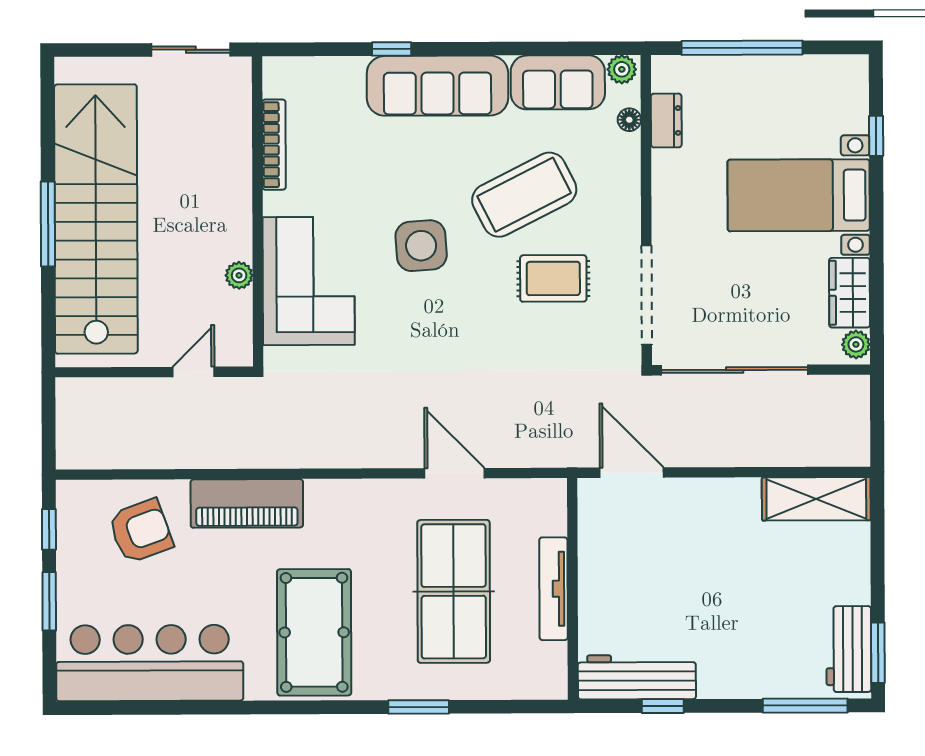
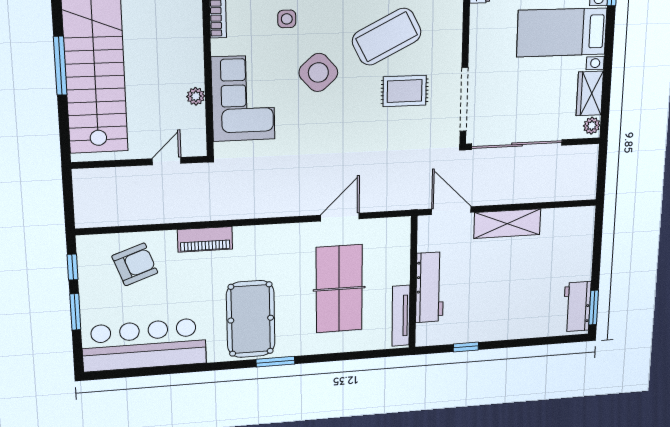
side table: (374, 164) -> (287, 19), added
side table: (421, 246) -> (318, 72), turned -38
door: (455, 473) -> (340, 217), hinge flipped
shelving: (816, 499) -> (507, 224), moved
piano: (247, 503) -> (205, 239), width x0.73, depth x0.75
tv unit: (553, 589) -> (401, 316), moved
workbench: (637, 677) -> (430, 287), moved, turned 90
window: (805, 706) -> (550, 340), removed
window: (419, 707) -> (275, 362), moved

